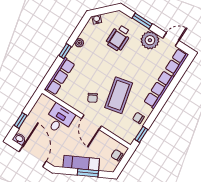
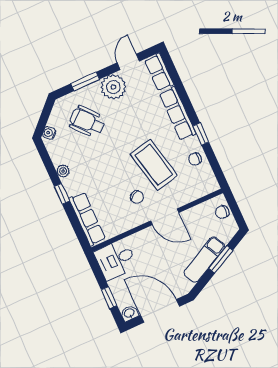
wheelchair: (119, 38) -> (87, 122), turned 139
desk: (59, 119) -> (116, 260), moved, turned -90
window: (141, 134) -> (201, 134), moved

